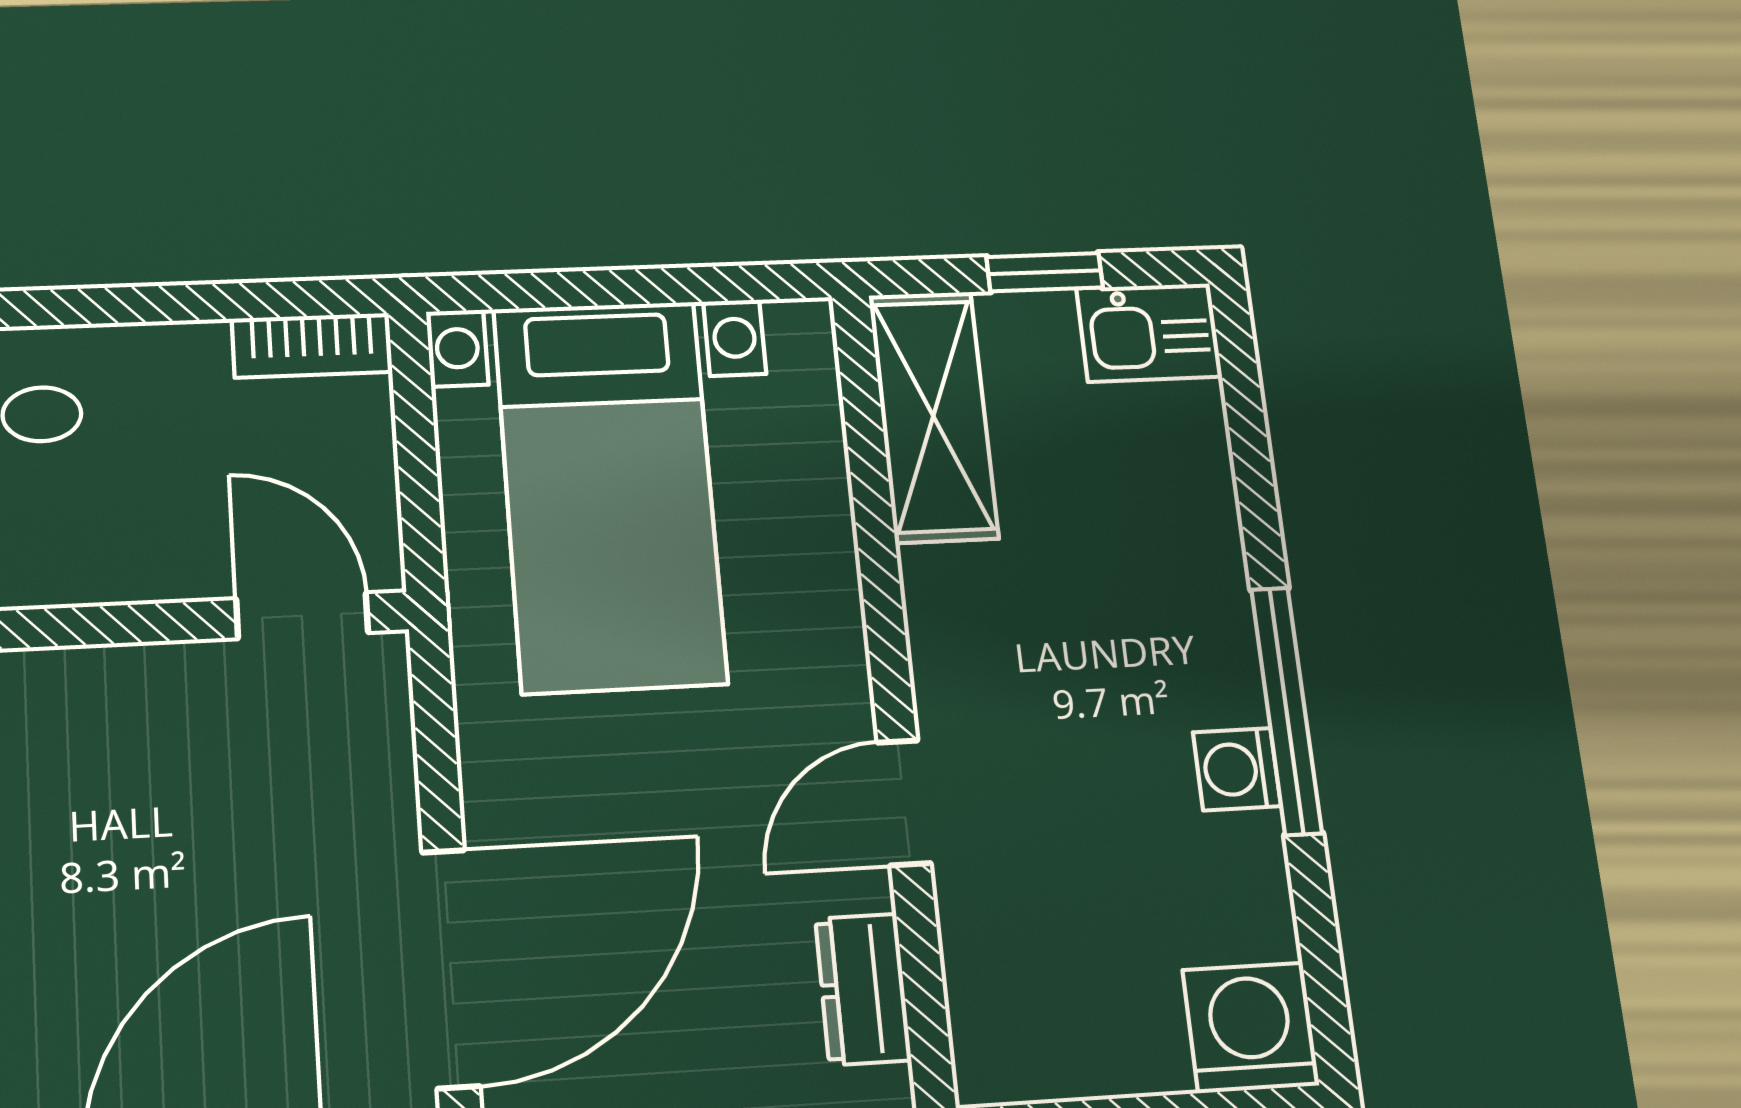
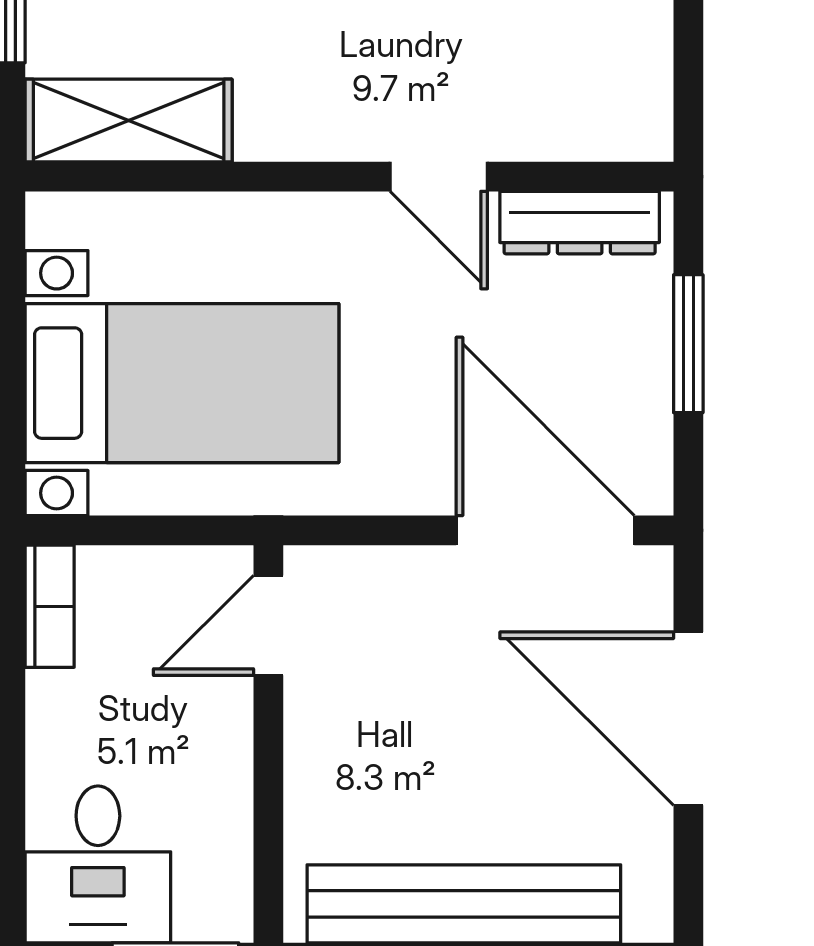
dresser: (863, 989) -> (580, 223), width x1.44

